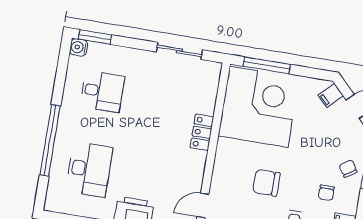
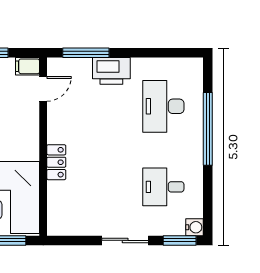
sliding door: (179, 51) -> (125, 240), moved

